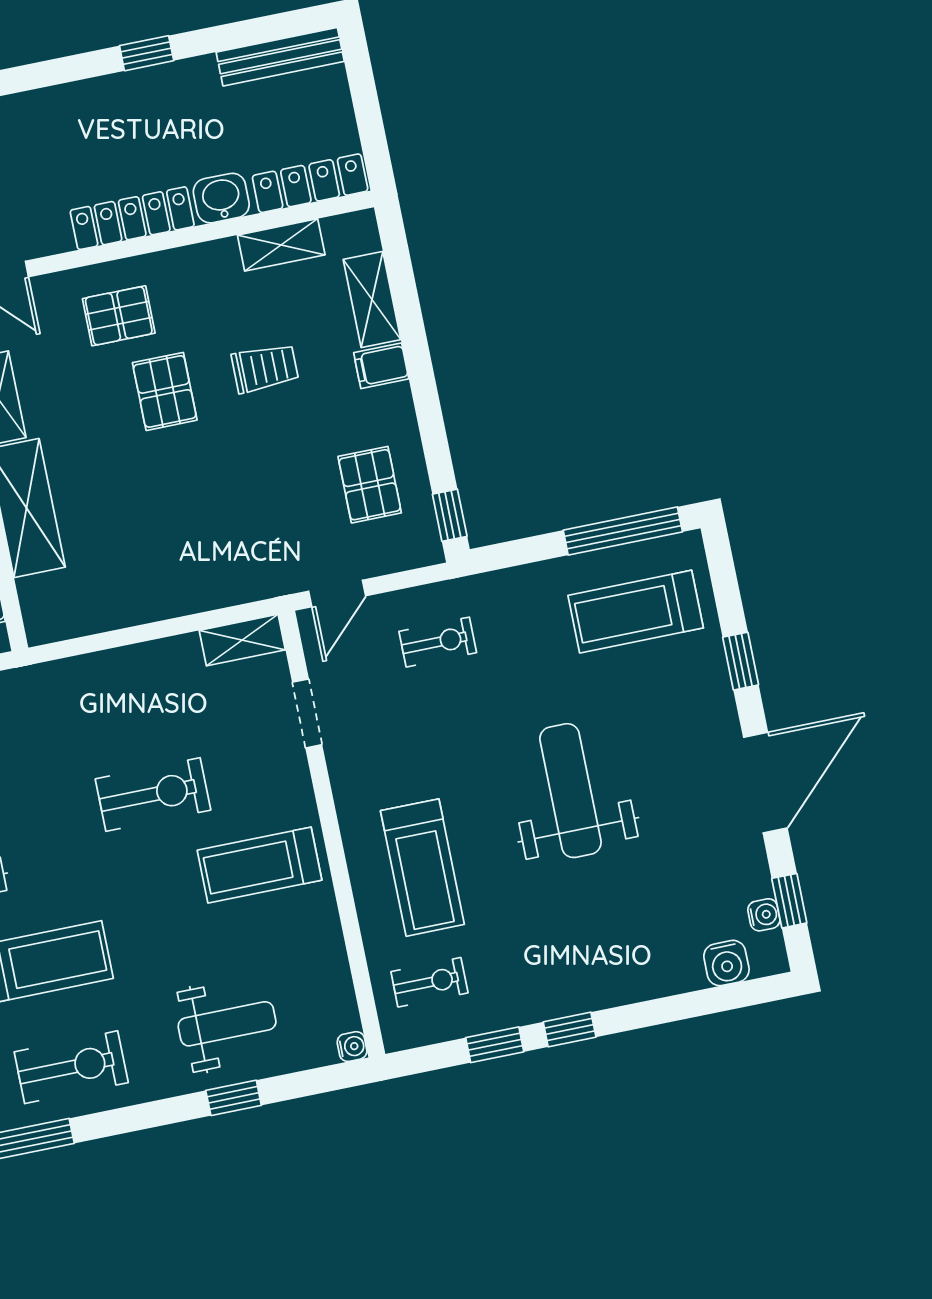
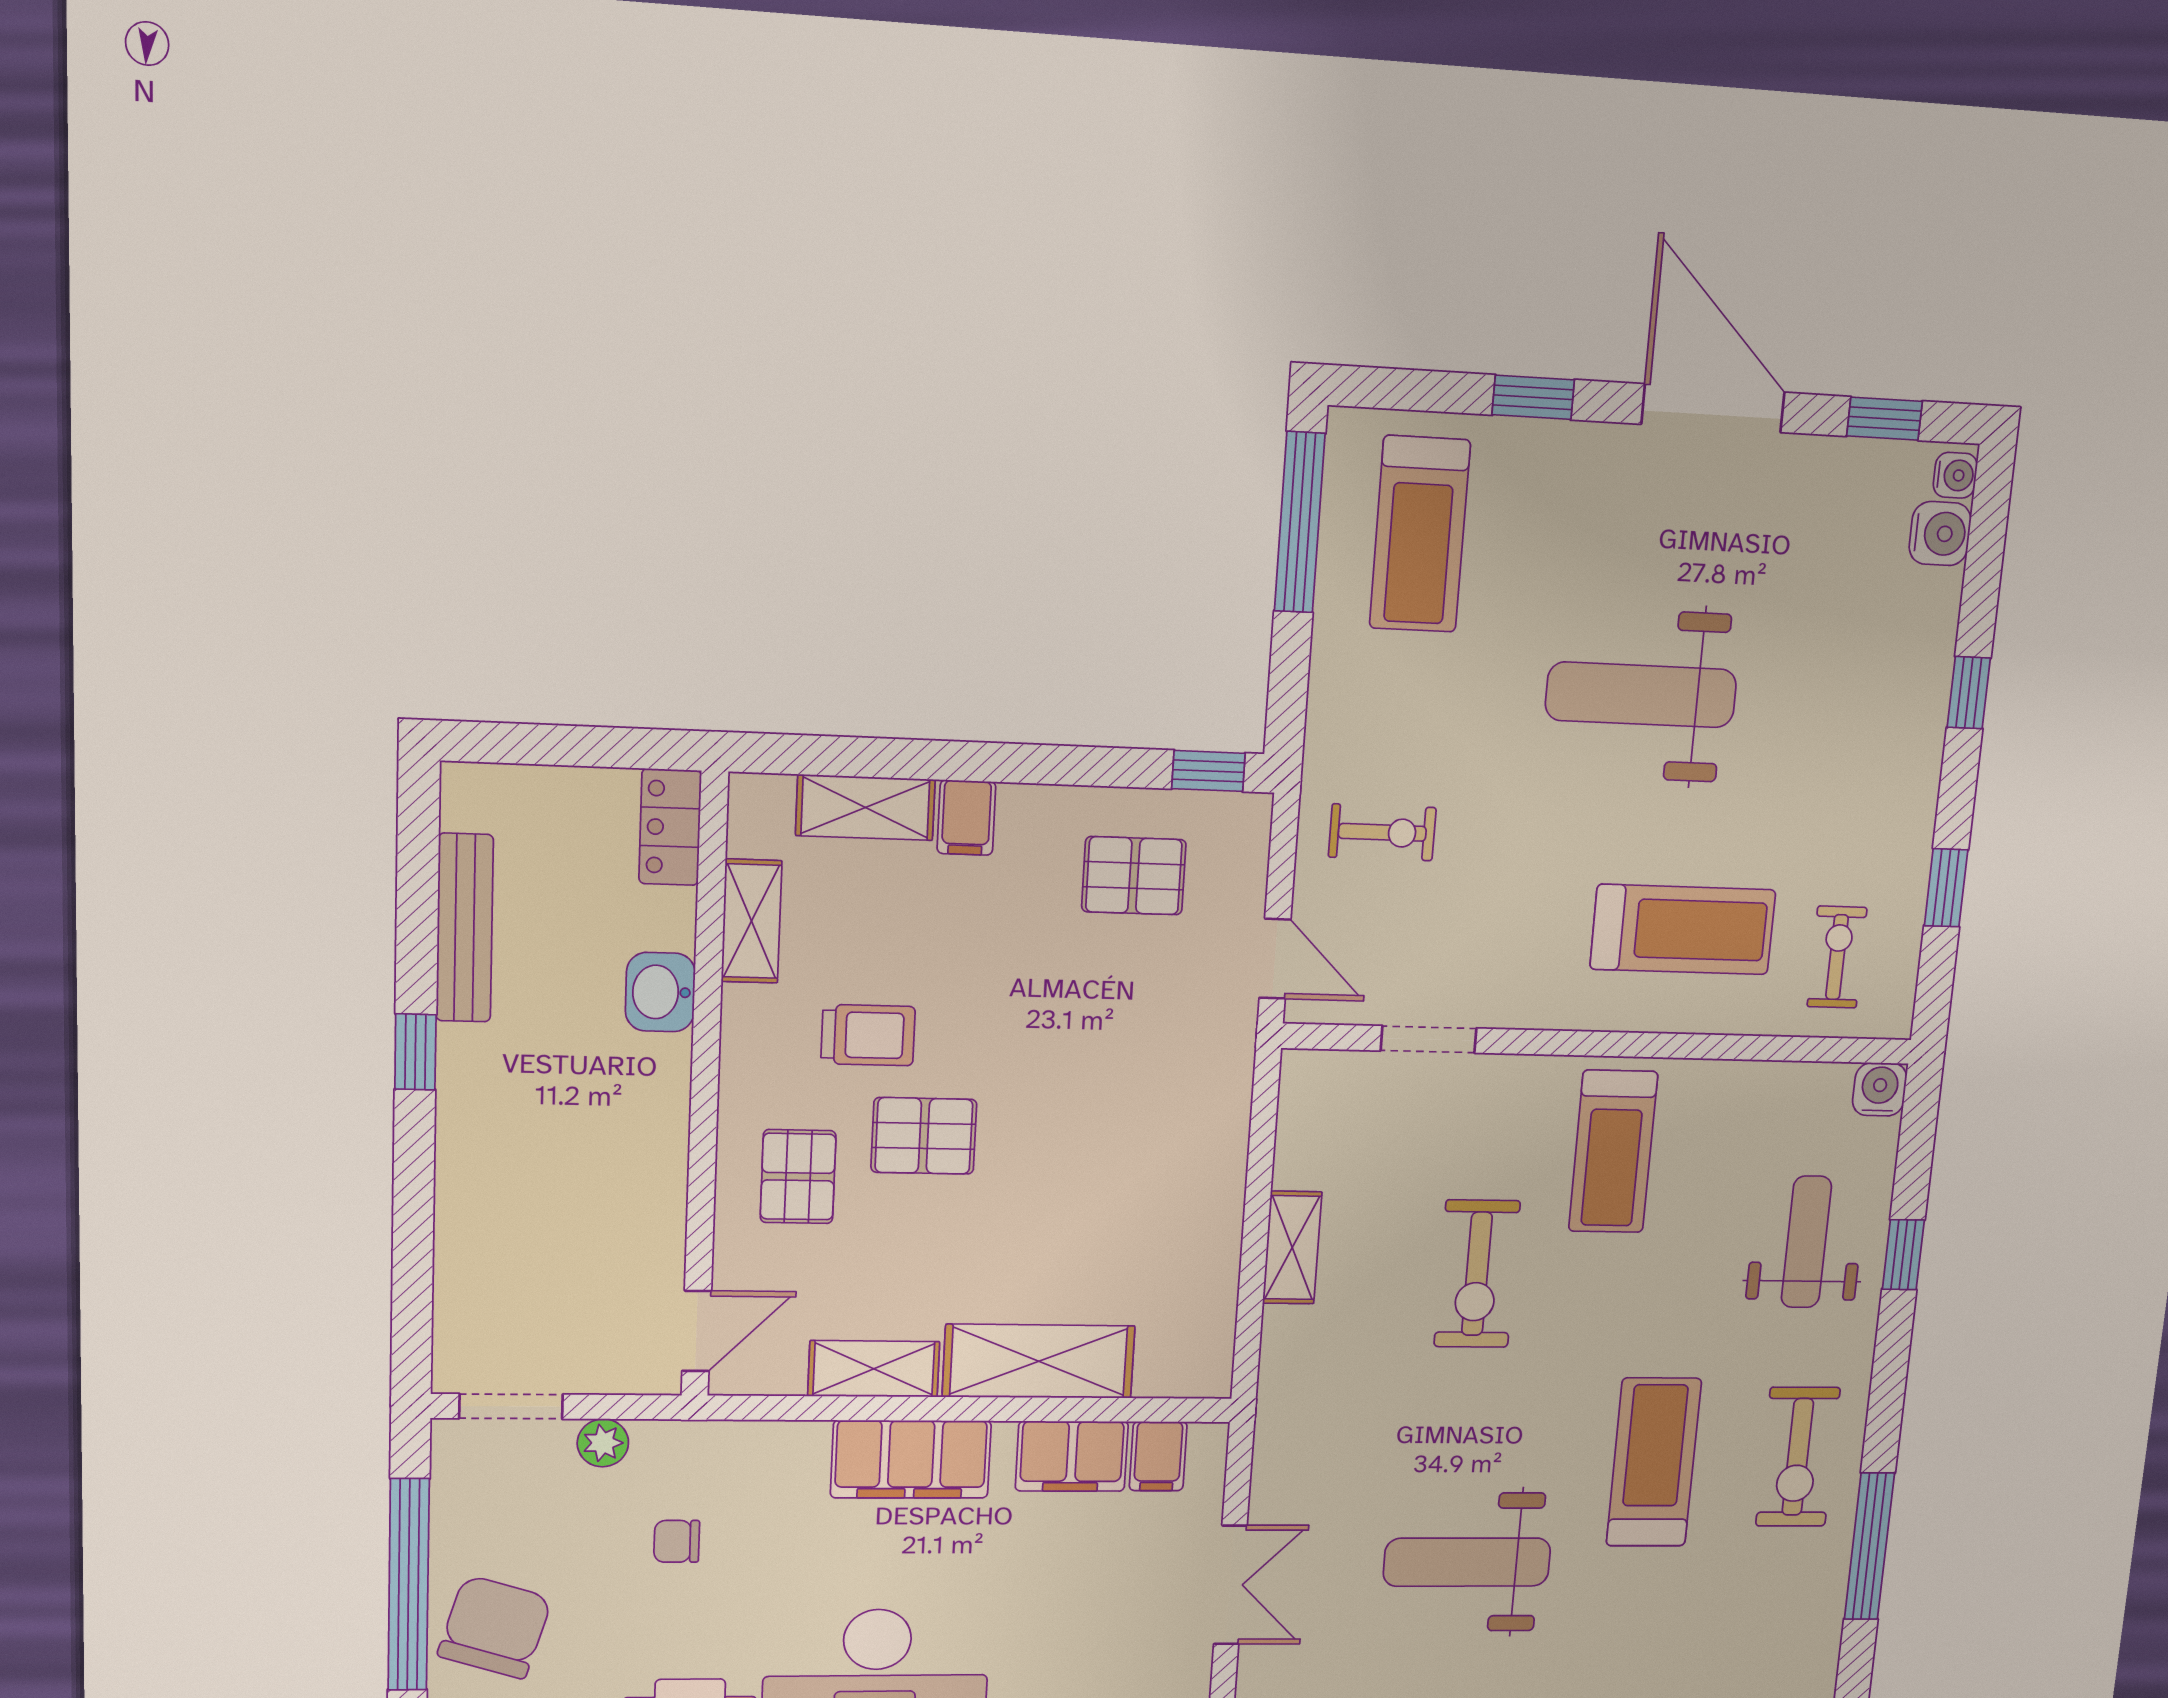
bench: (280, 57) -> (465, 928), moved
locker: (310, 183) -> (670, 827), width x0.66
locker: (132, 218) -> (659, 1127), removed
trolley: (265, 368) -> (868, 1035), moved, turned 90
shelving: (242, 640) -> (1292, 1248), moved
exercise bike: (438, 642) -> (1382, 832), turned 90
exercise bike: (153, 794) -> (1477, 1274), turned 180
water cooler: (764, 915) -> (1955, 475), moved, turned 90
window: (570, 1030) -> (1969, 693), moved
water cooler: (352, 1047) -> (1880, 1089), width x1.38, depth x1.38
exercise bike: (71, 1067) -> (1798, 1457), turned 180

